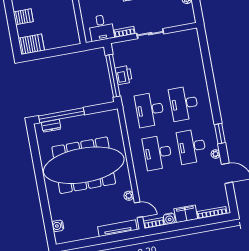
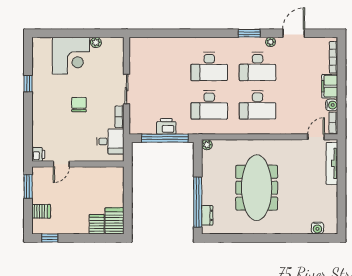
server rack: (23, 17) -> (97, 224), moved
meeting table: (84, 165) -> (257, 188), width x0.73, depth x0.79
plant: (129, 196) -> (207, 145), moved

